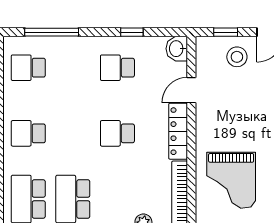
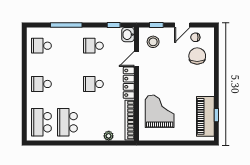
window: (52, 32) -> (66, 25), moved
window: (132, 32) -> (114, 25), moved
stool: (237, 57) -> (153, 42), moved
grand piano: (231, 180) -> (160, 111), turned 180

